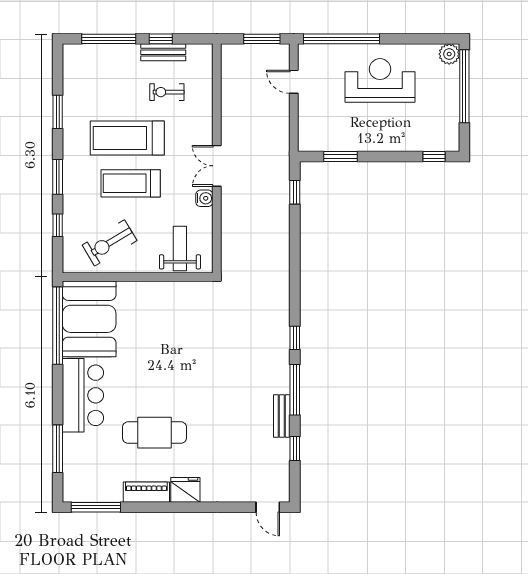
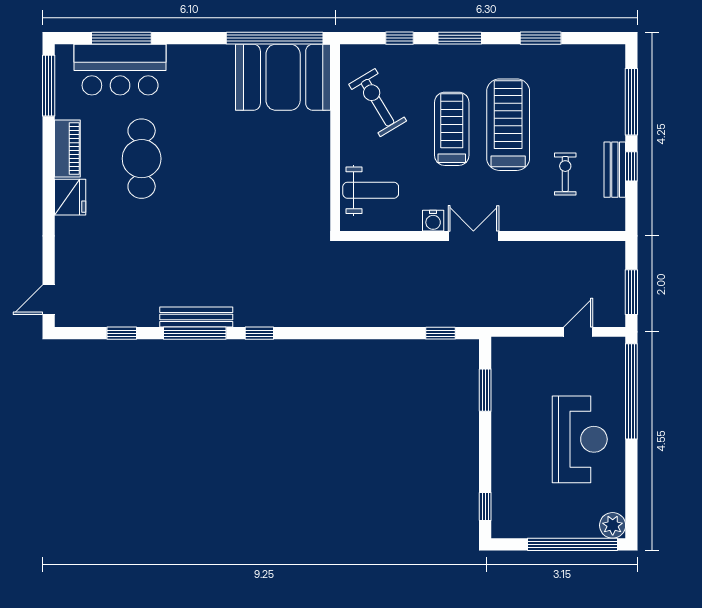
bar counter: (83, 395) -> (120, 70), moved
bench: (282, 416) -> (196, 317), moved, width x1.36

